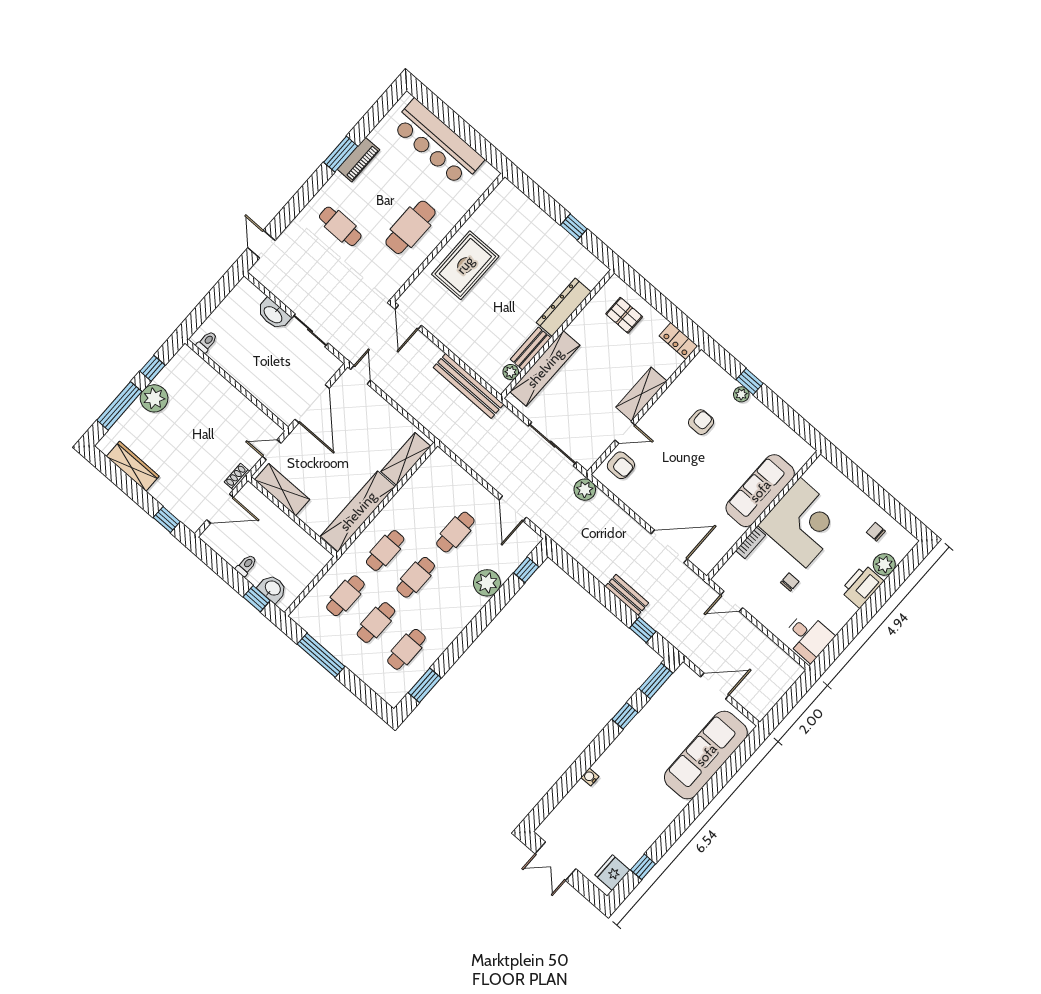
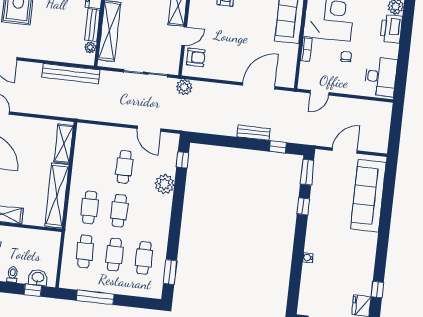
desk: (808, 637) -> (381, 77), width x1.37

